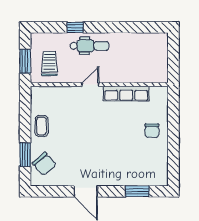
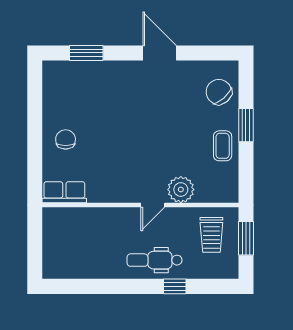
row of seats: (126, 94) -> (64, 192), moved, width x0.68
plant: (71, 95) -> (181, 190), added
window: (25, 155) -> (246, 125), moved

